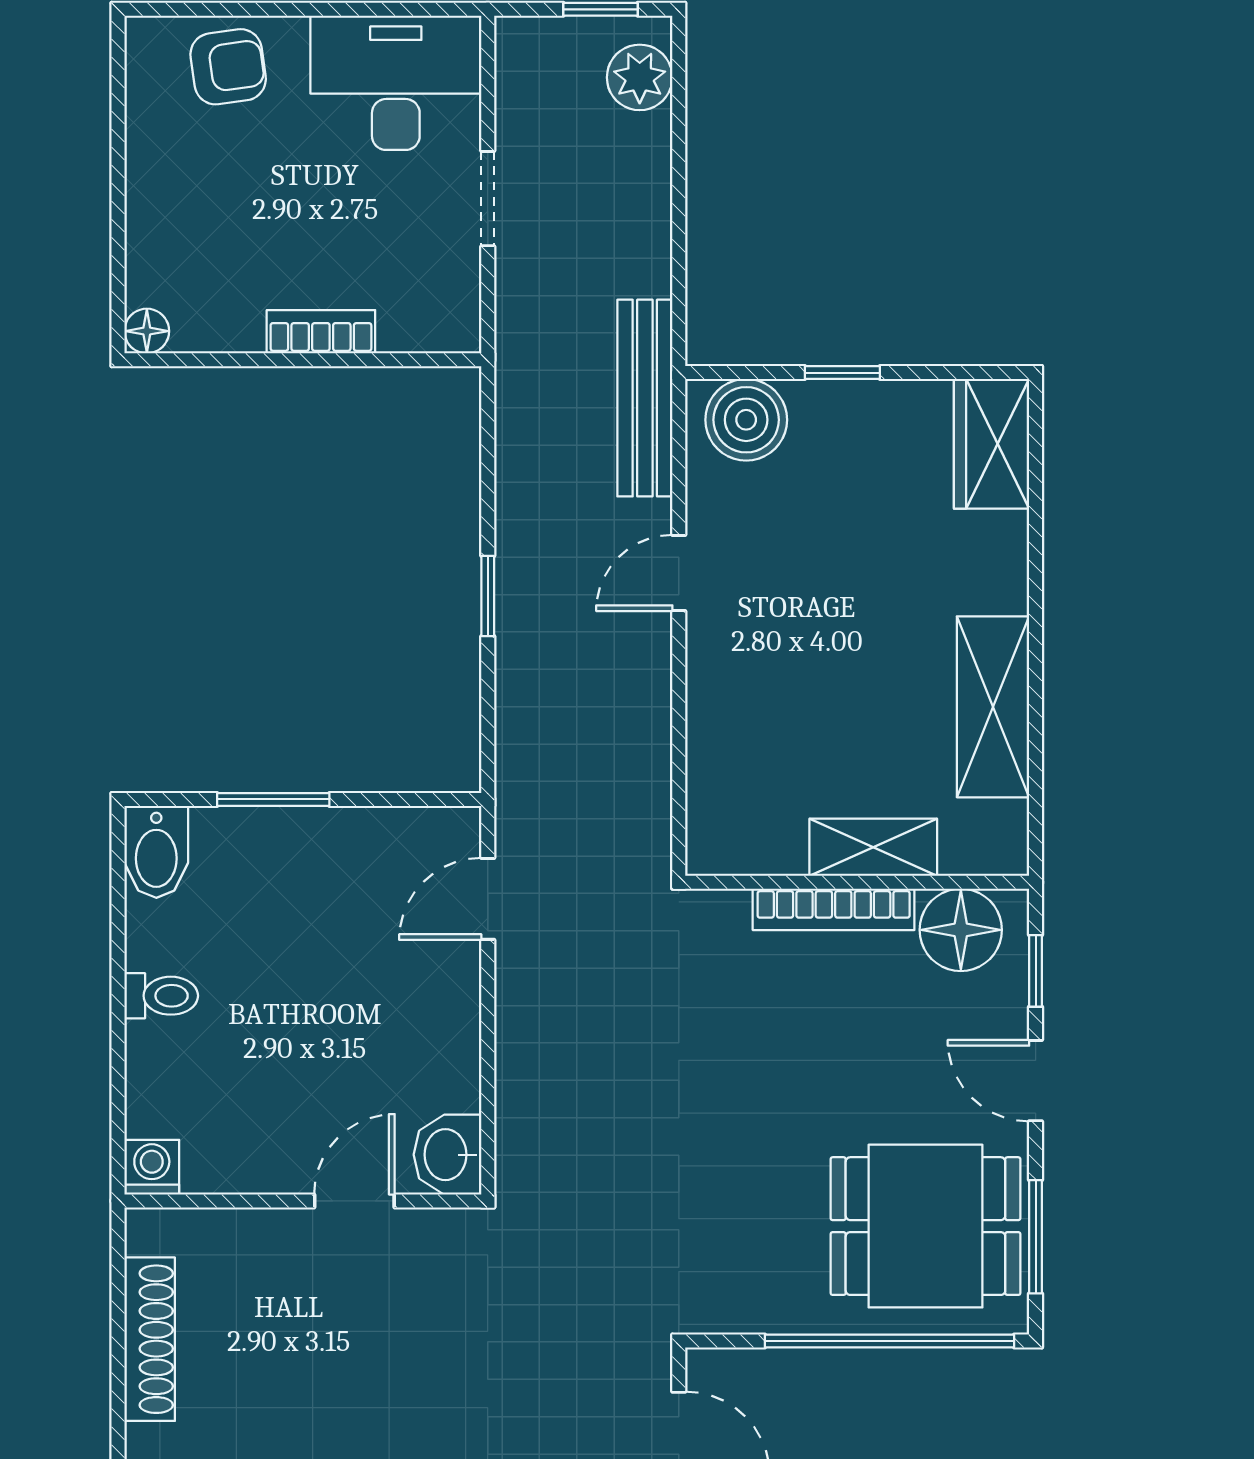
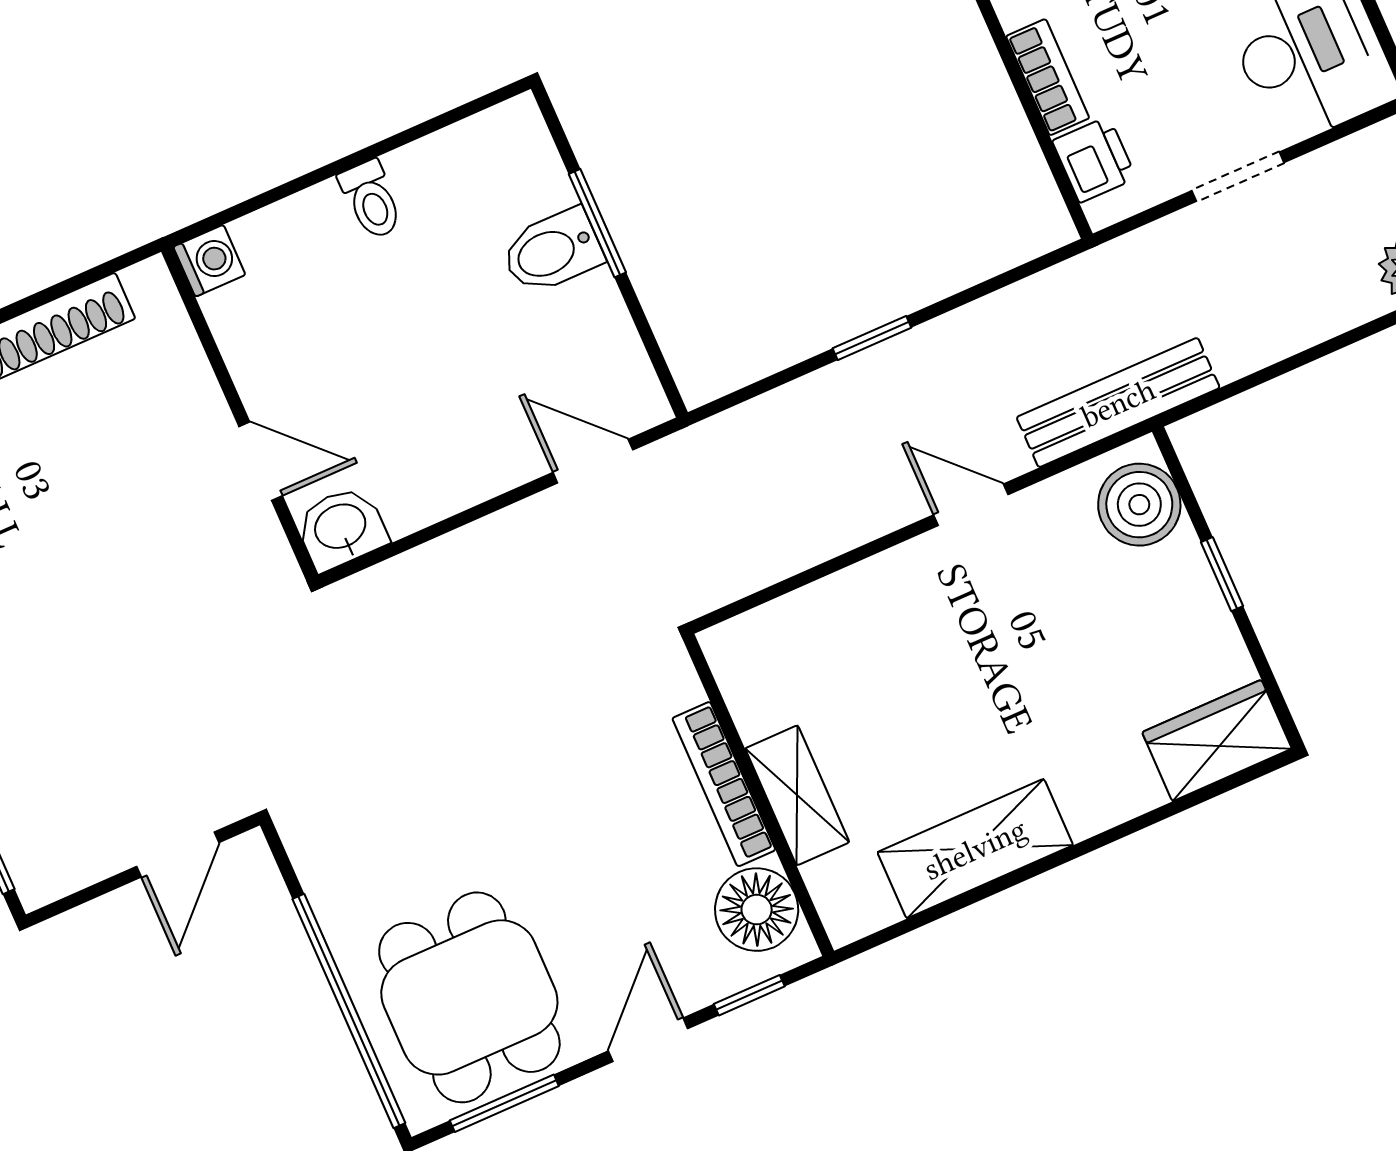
printer: (414, 322) -> (1094, 159), added
bidet: (156, 852) -> (552, 251), moved

